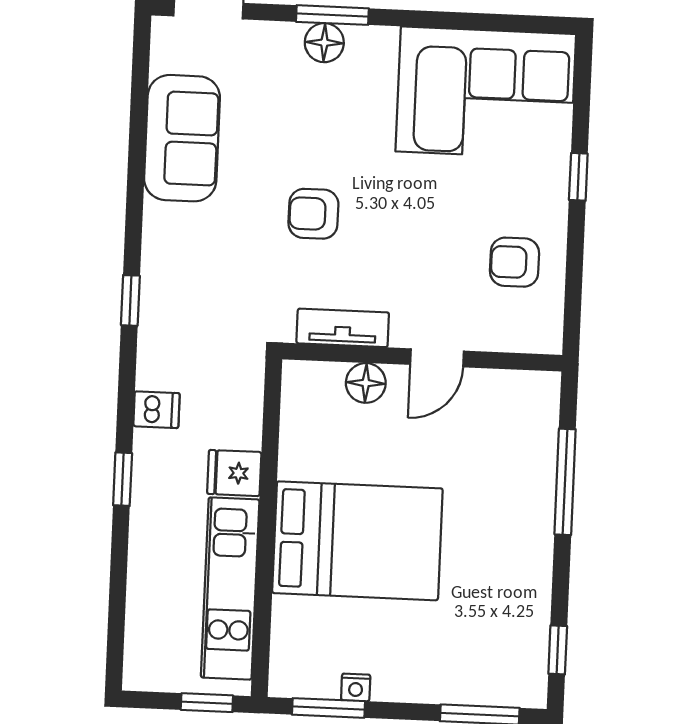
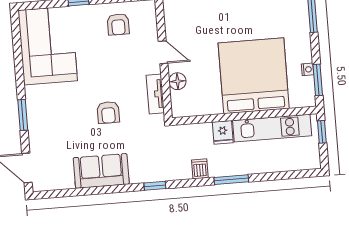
floor lamp: (324, 43) -> (35, 117), removed
sofa: (182, 138) -> (101, 171), moved
window: (123, 479) -> (231, 180), width x1.50
bed: (357, 541) -> (254, 76), width x1.36

